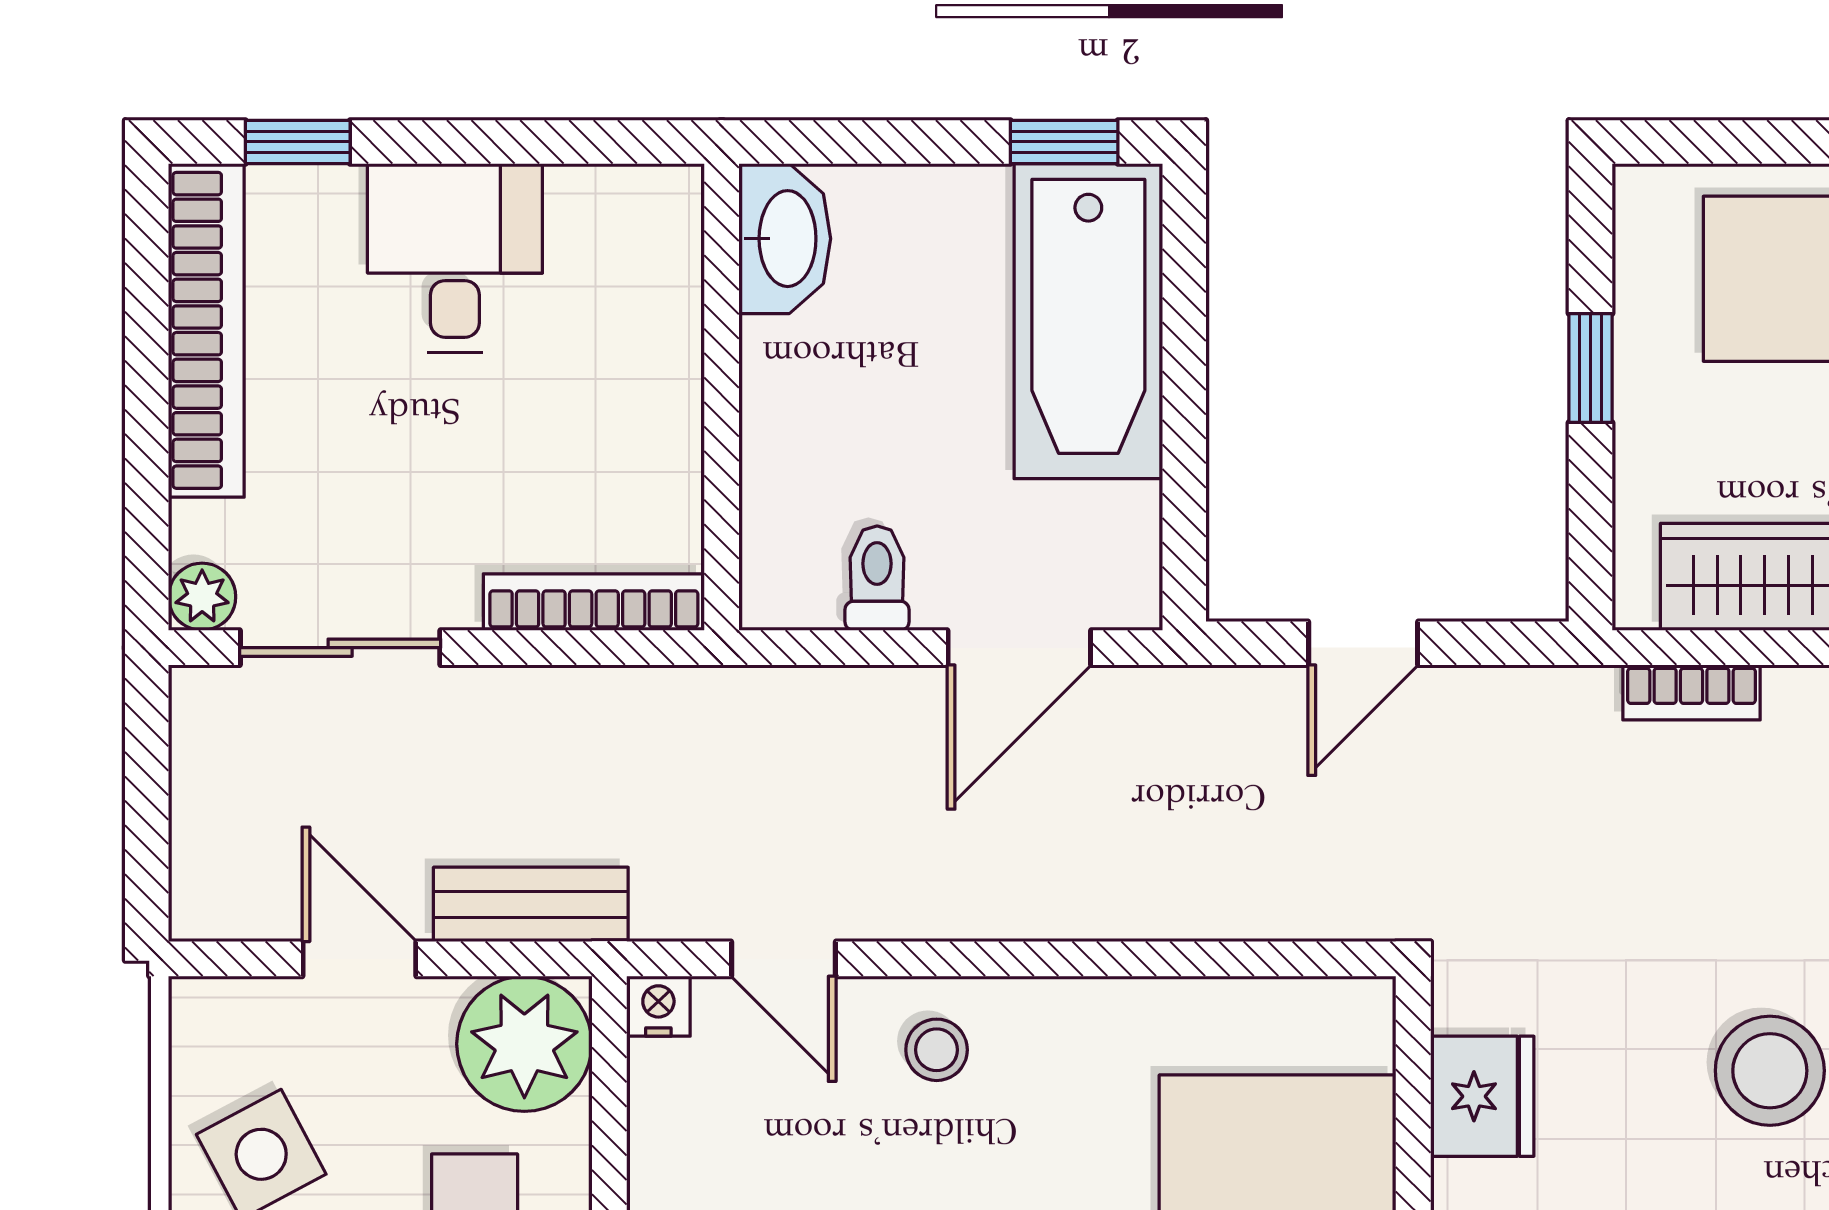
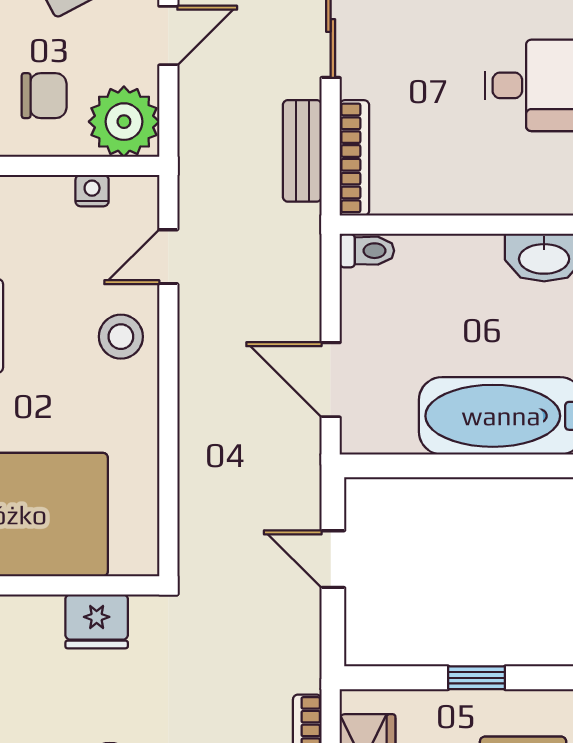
toilet: (877, 578) -> (367, 251), moved
bench: (531, 904) -> (302, 151), moved
nightstand: (658, 1006) -> (92, 191), moved, turned -90
stool: (937, 1050) -> (121, 337), width x1.37, depth x1.37

